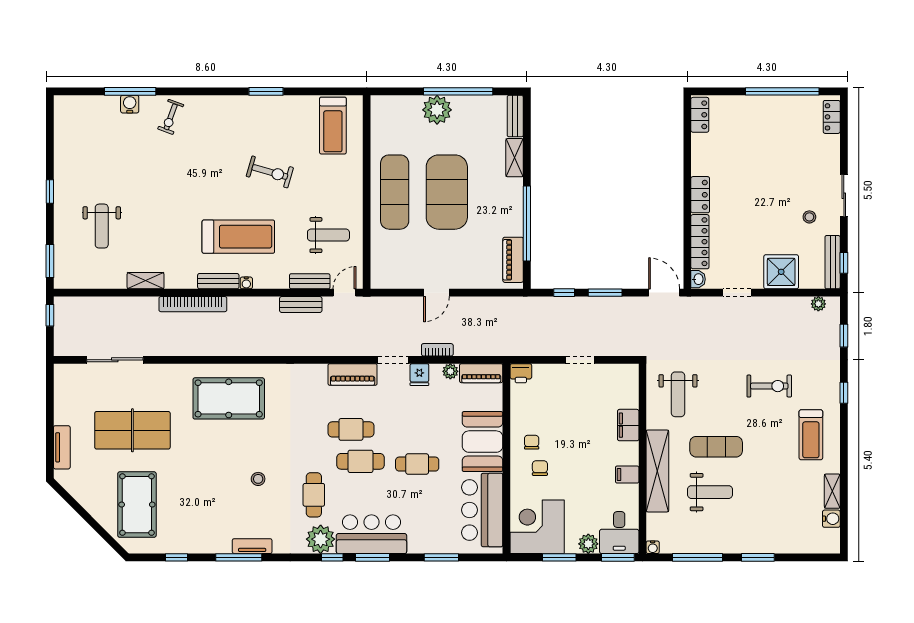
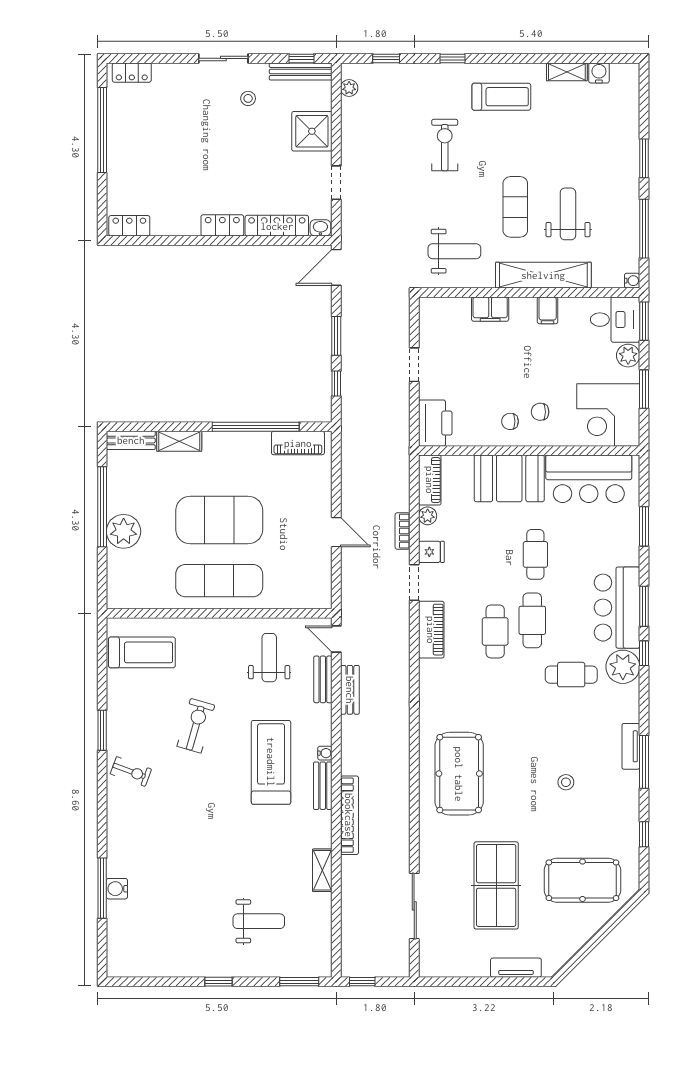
exercise bike: (171, 117) -> (131, 772), moved
printer: (521, 373) -> (435, 423), width x1.87, depth x1.48
stool: (258, 479) -> (566, 782), moved

